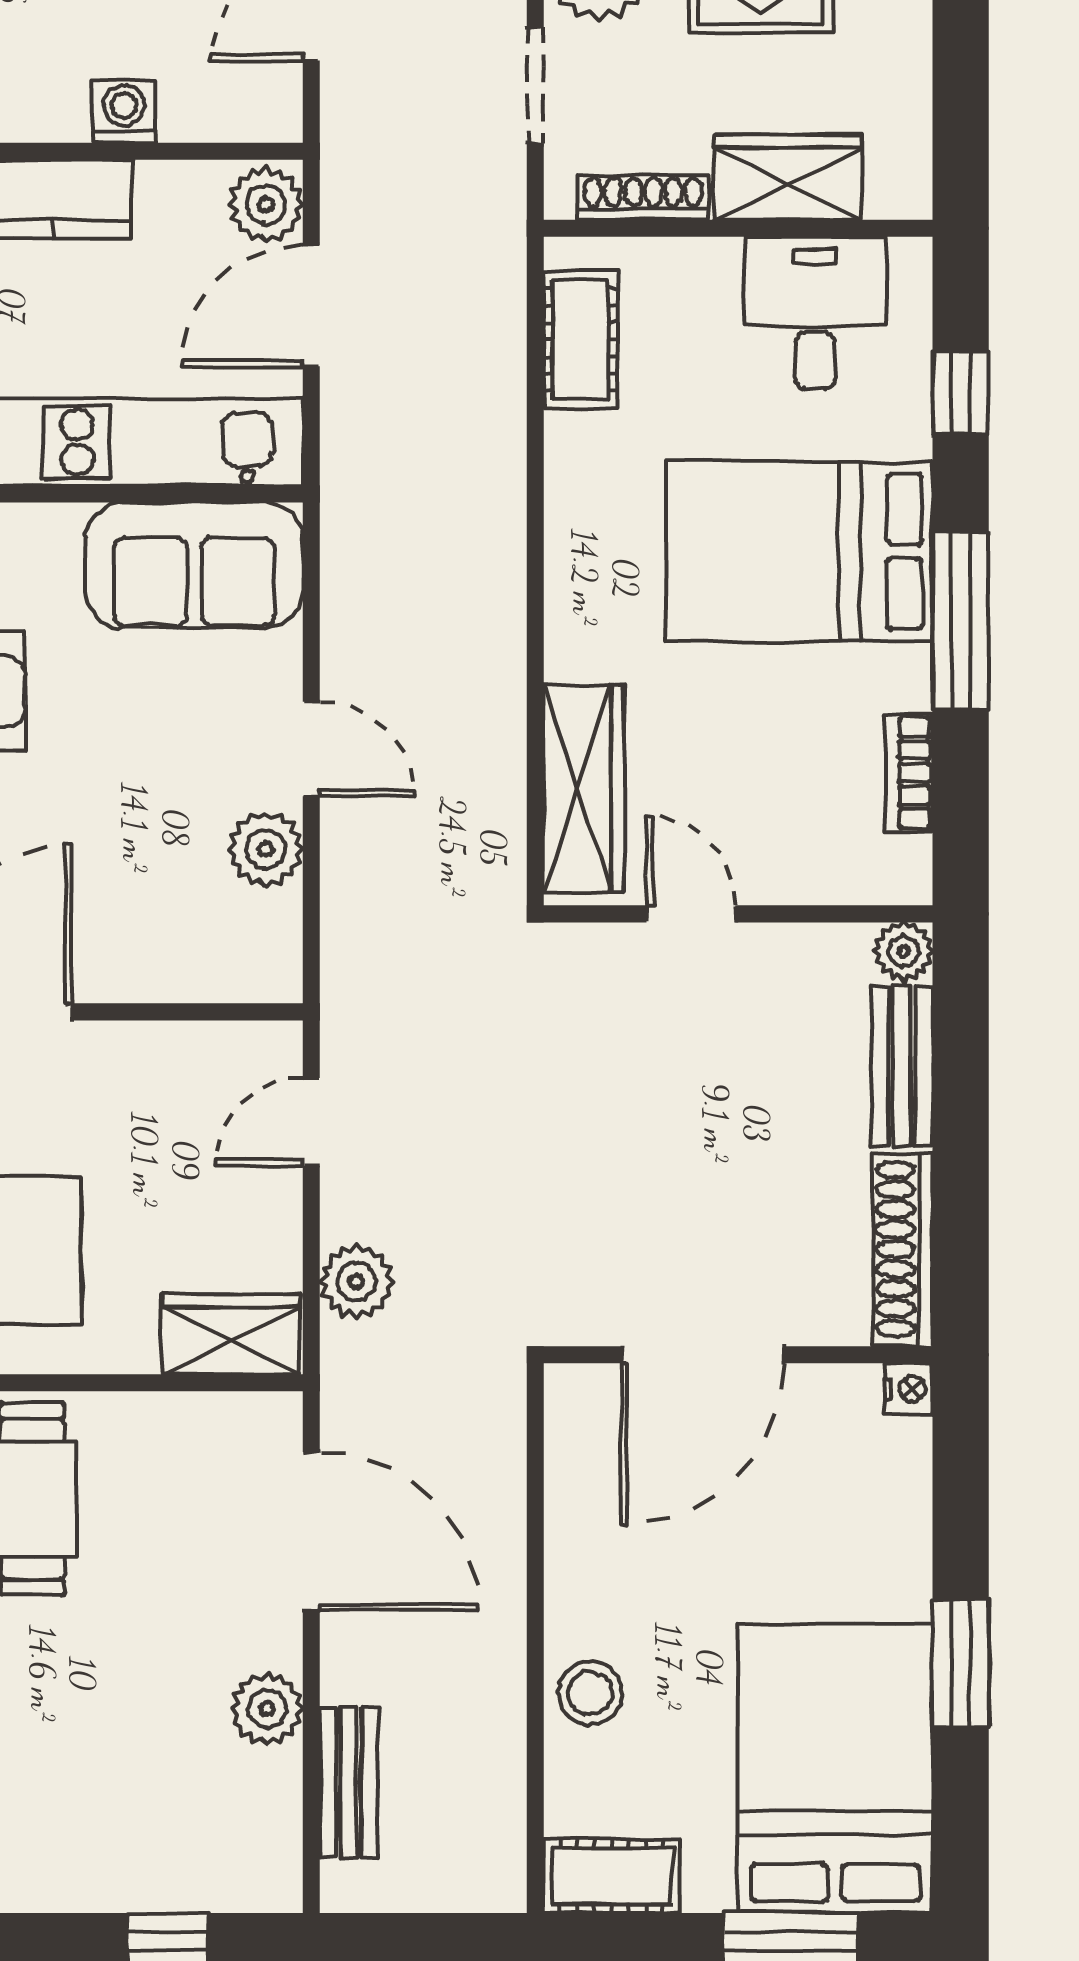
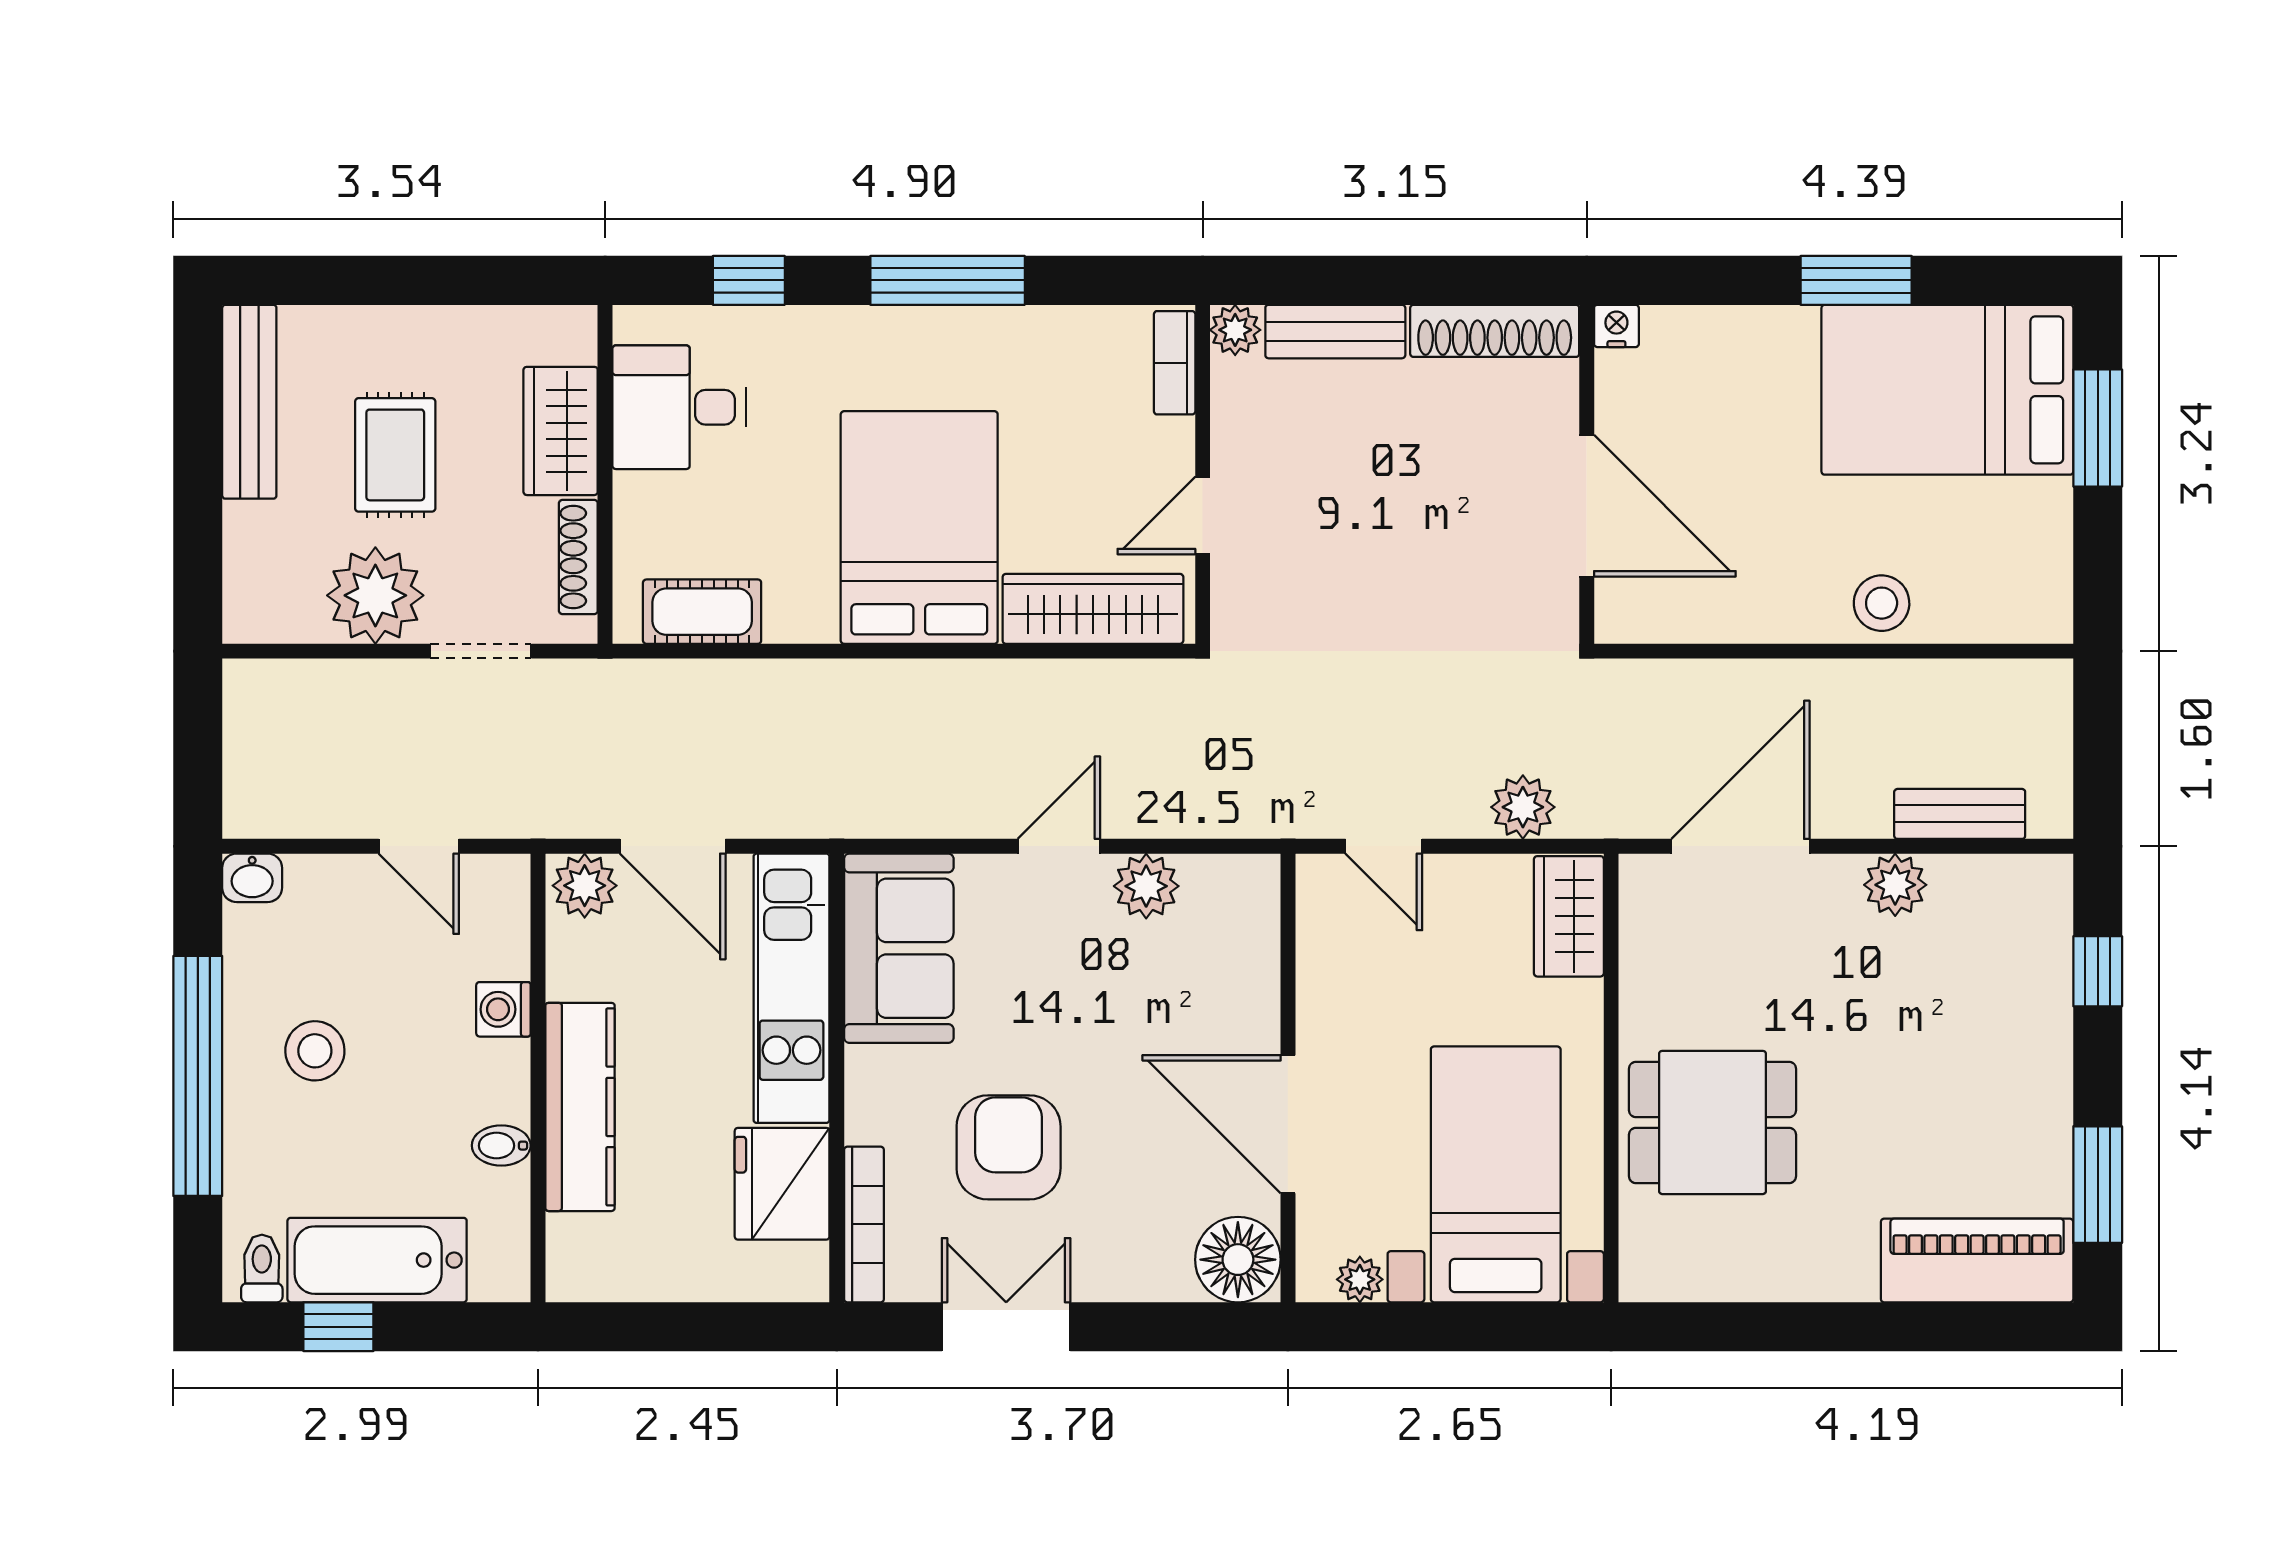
bed: (799, 551) -> (919, 527), moved, turned 180
bookcase: (909, 773) -> (1175, 363), moved, turned 90
cot: (612, 1876) -> (2041, 584), removed

